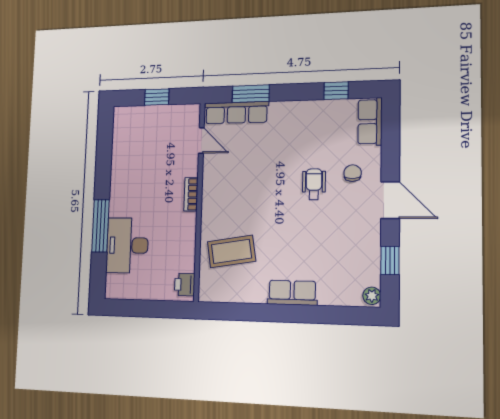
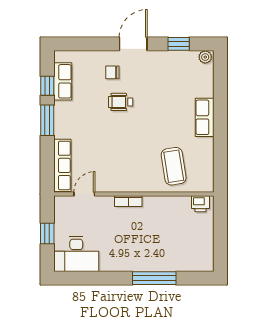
window: (251, 94) -> (47, 120), moved
row of seats: (370, 122) -> (63, 81), moved, turned -90
desk: (127, 245) -> (76, 254), moved

